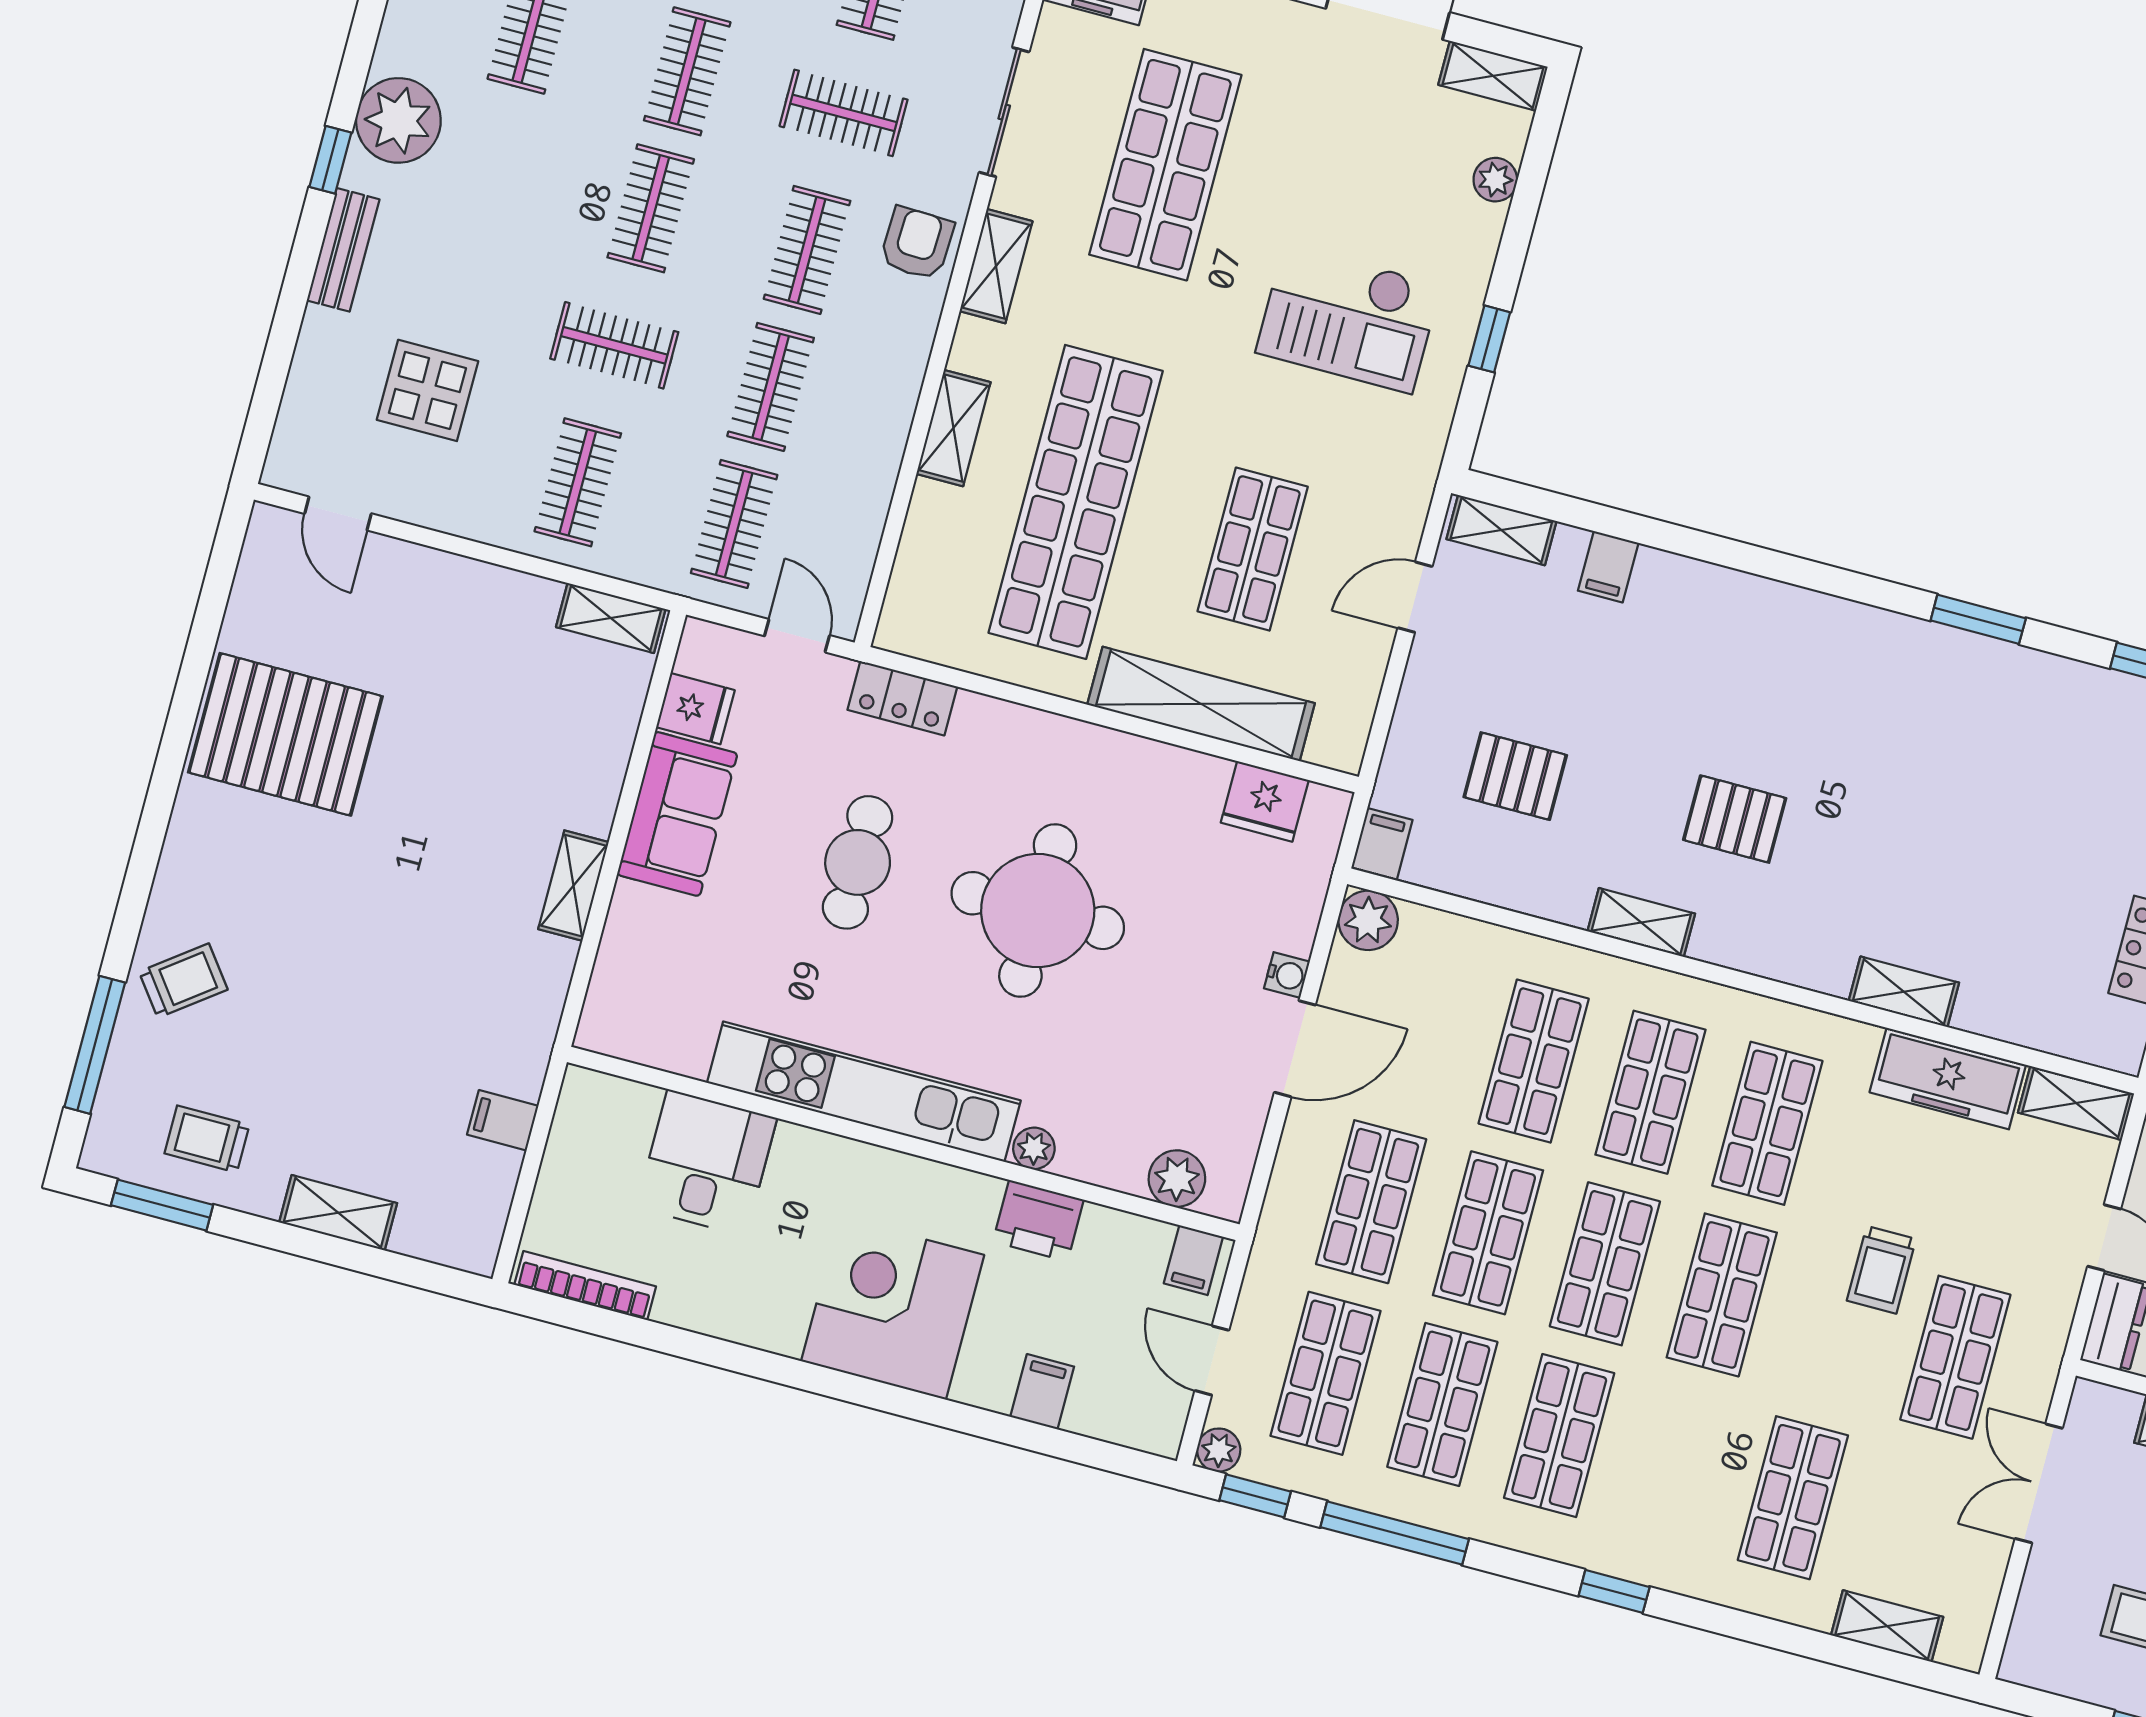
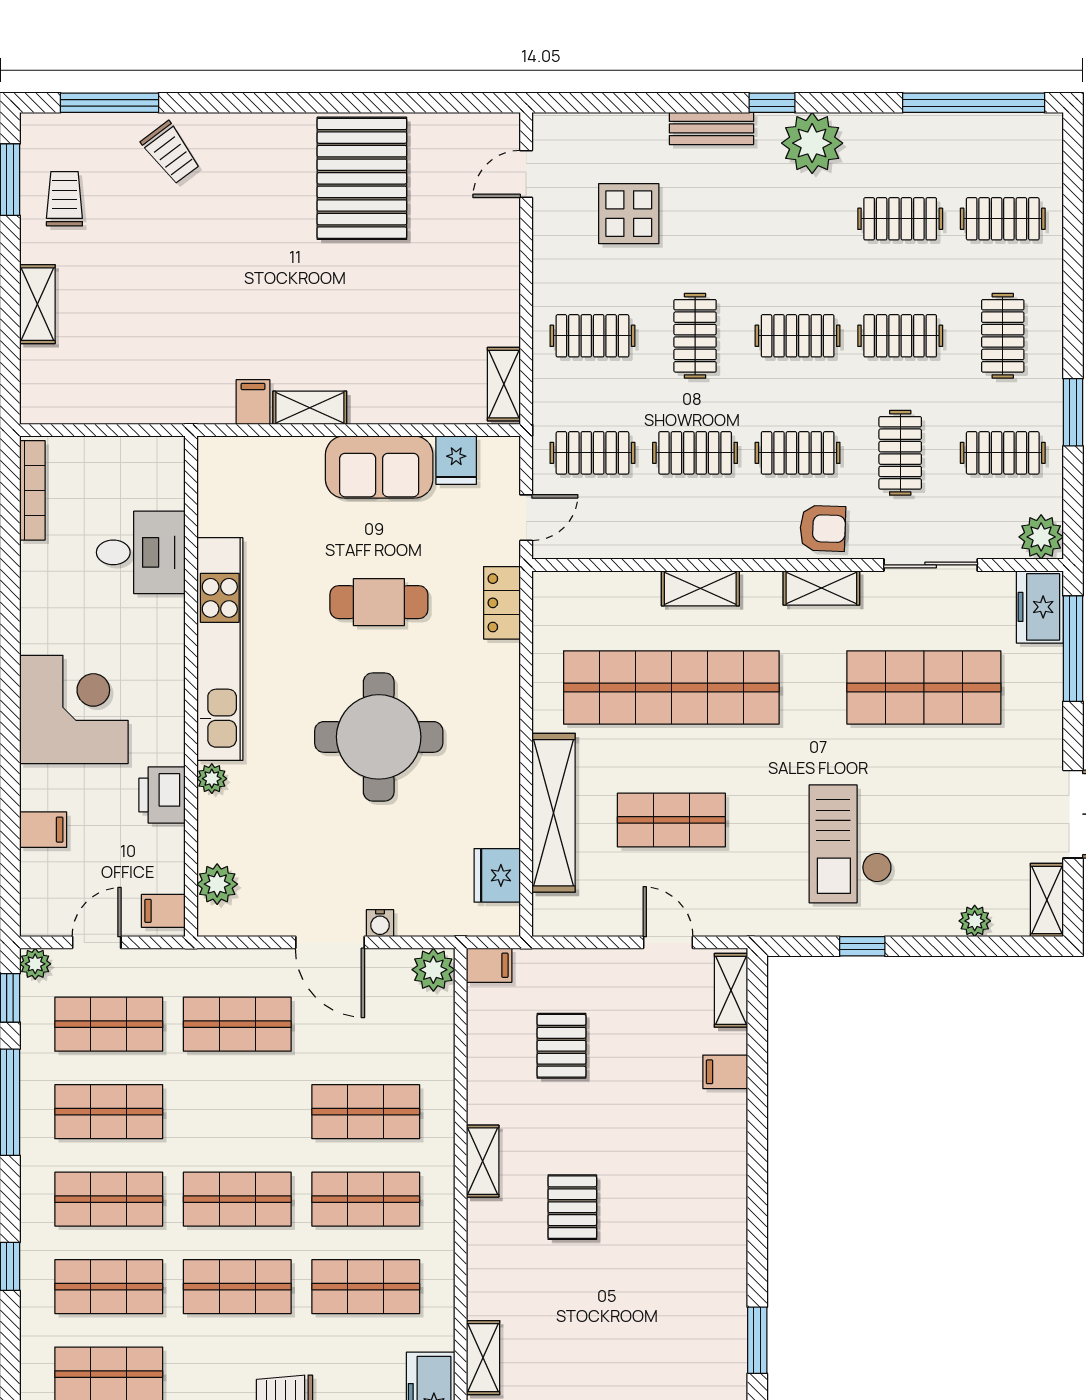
filing cabinet: (503, 1120) -> (253, 402), moved
shop shelf: (1488, 1233) -> (109, 1287), moved

